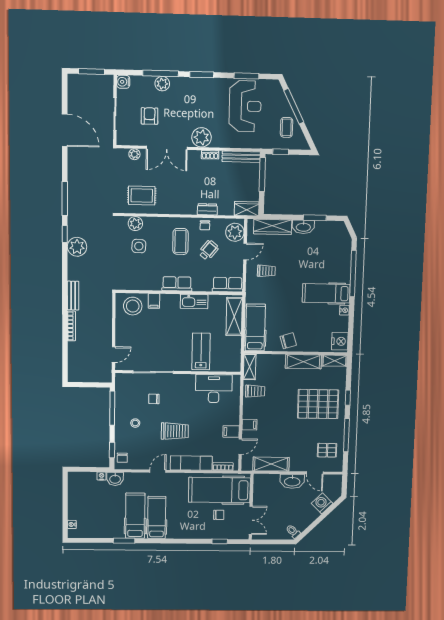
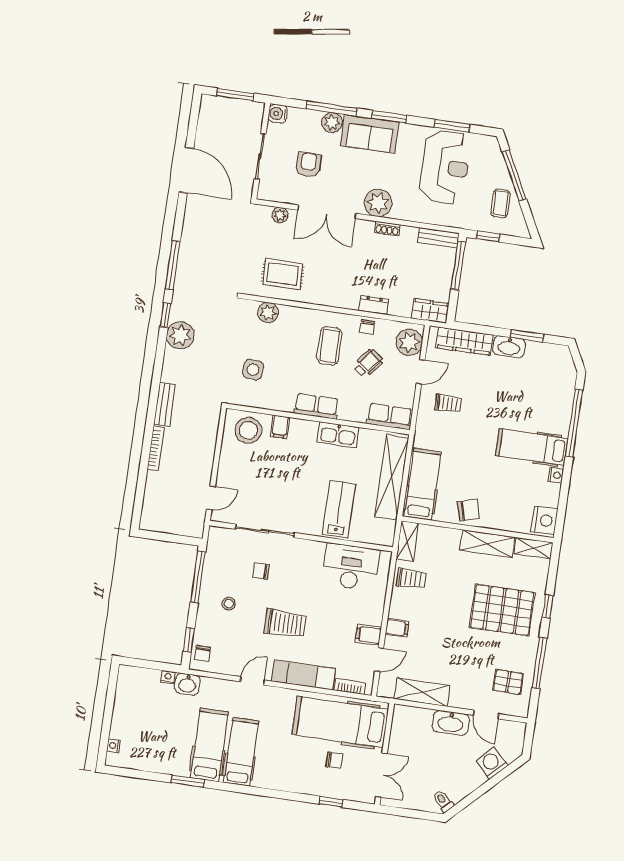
sofa: (190, 89) -> (370, 134), added
bench: (241, 157) -> (438, 238), width x0.73
side table: (139, 246) -> (253, 370), moved
shelving: (234, 317) -> (392, 477), width x1.47

